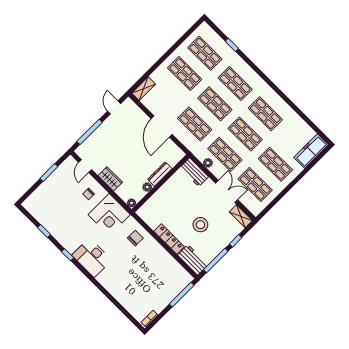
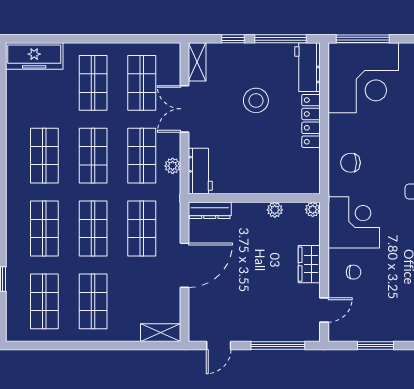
dresser: (160, 174) -> (210, 210), moved
corner desk: (165, 279) -> (363, 78), added

